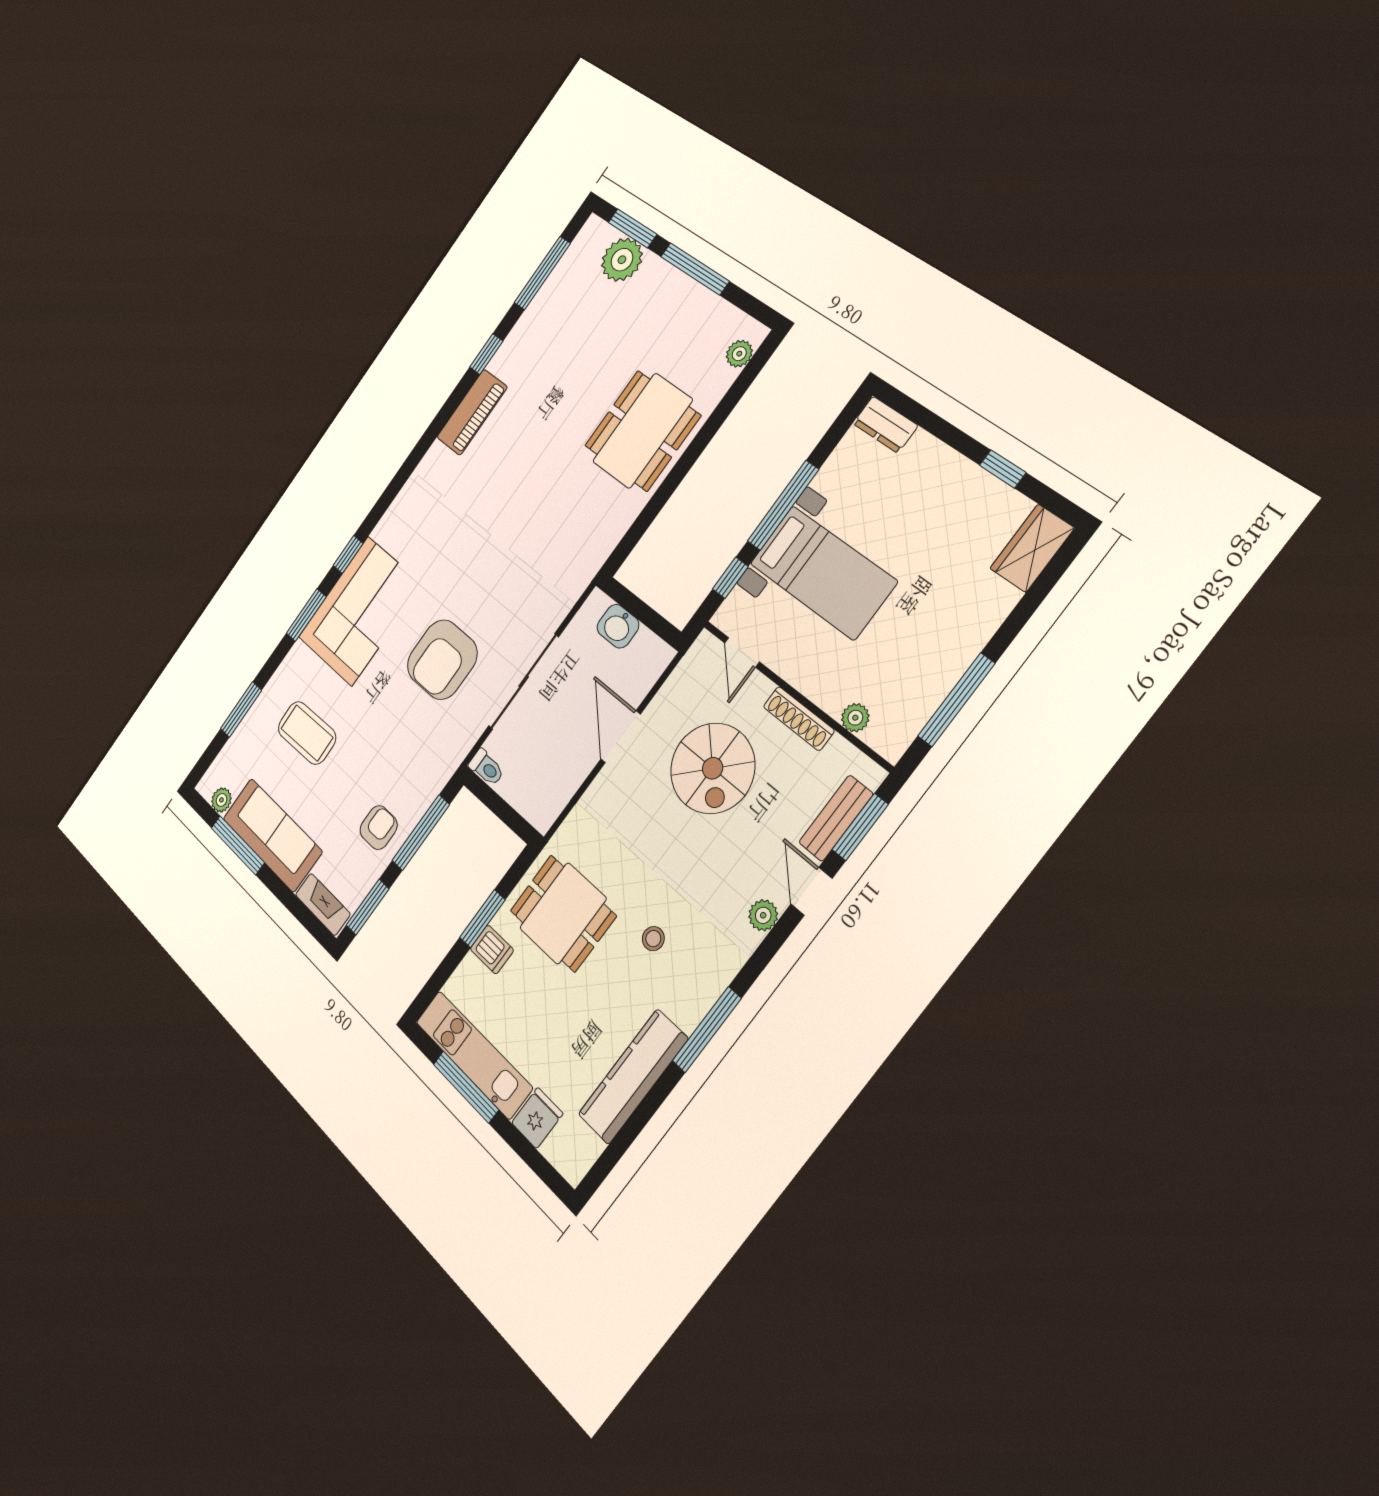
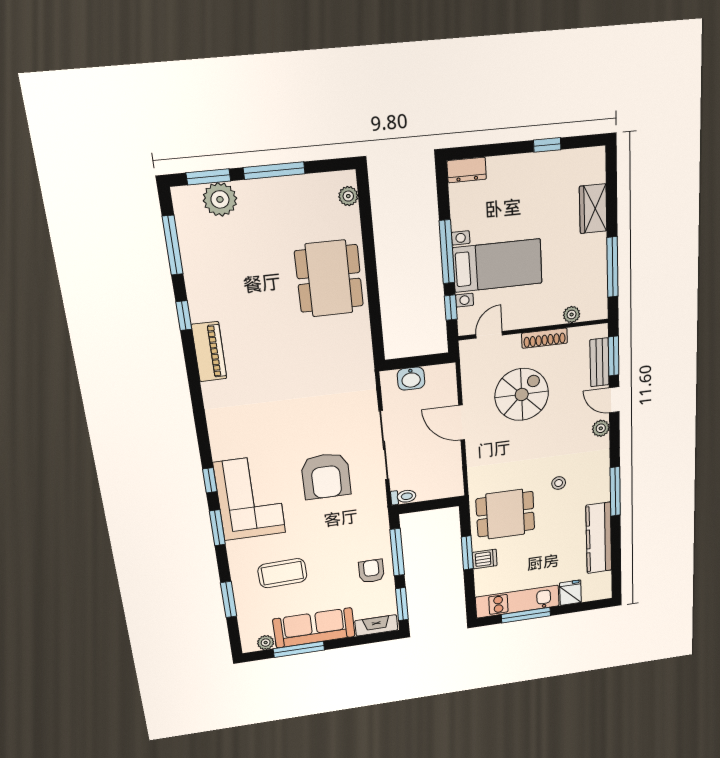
wardrobe: (1032, 548) -> (593, 209), moved
door: (742, 652) -> (489, 335), swing flipped
spiral stairs: (713, 768) -> (522, 394), turned -90

